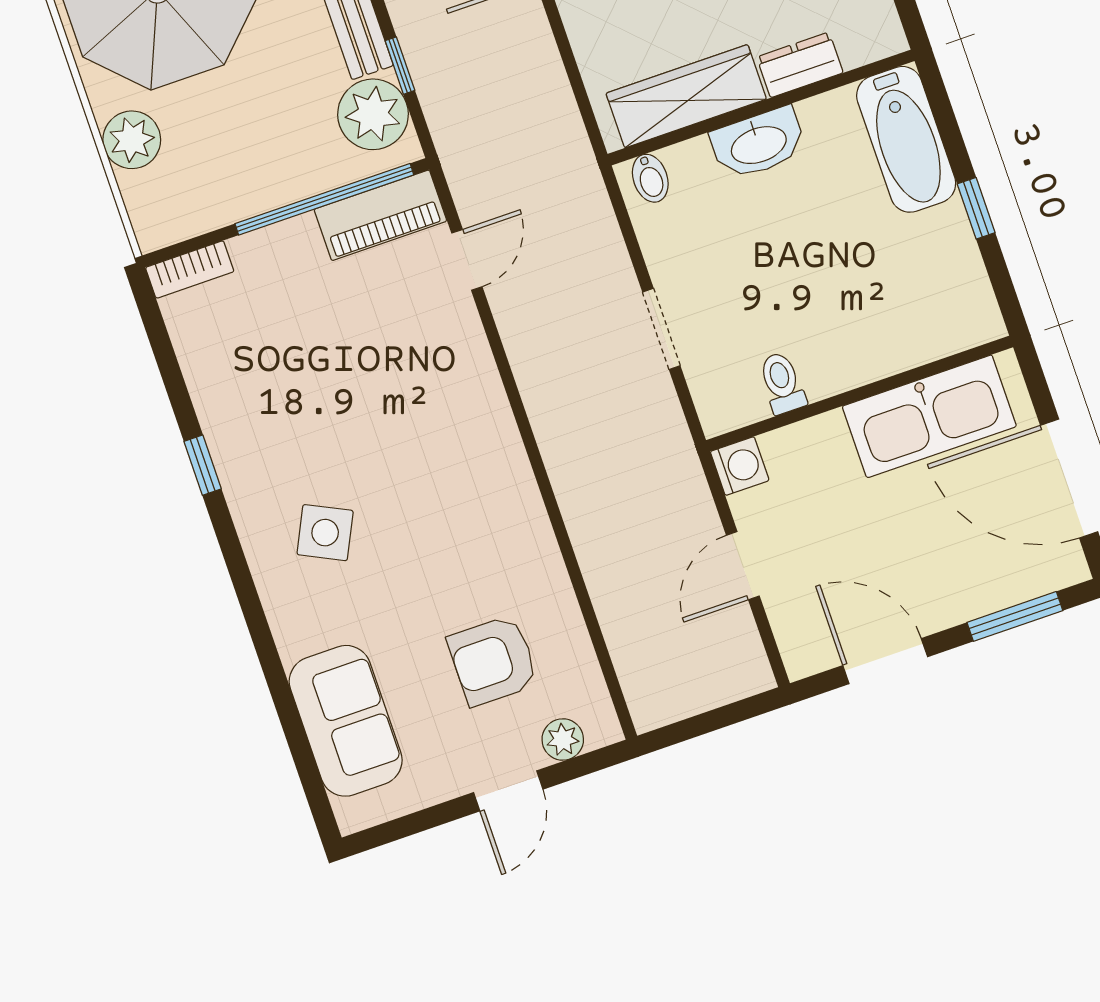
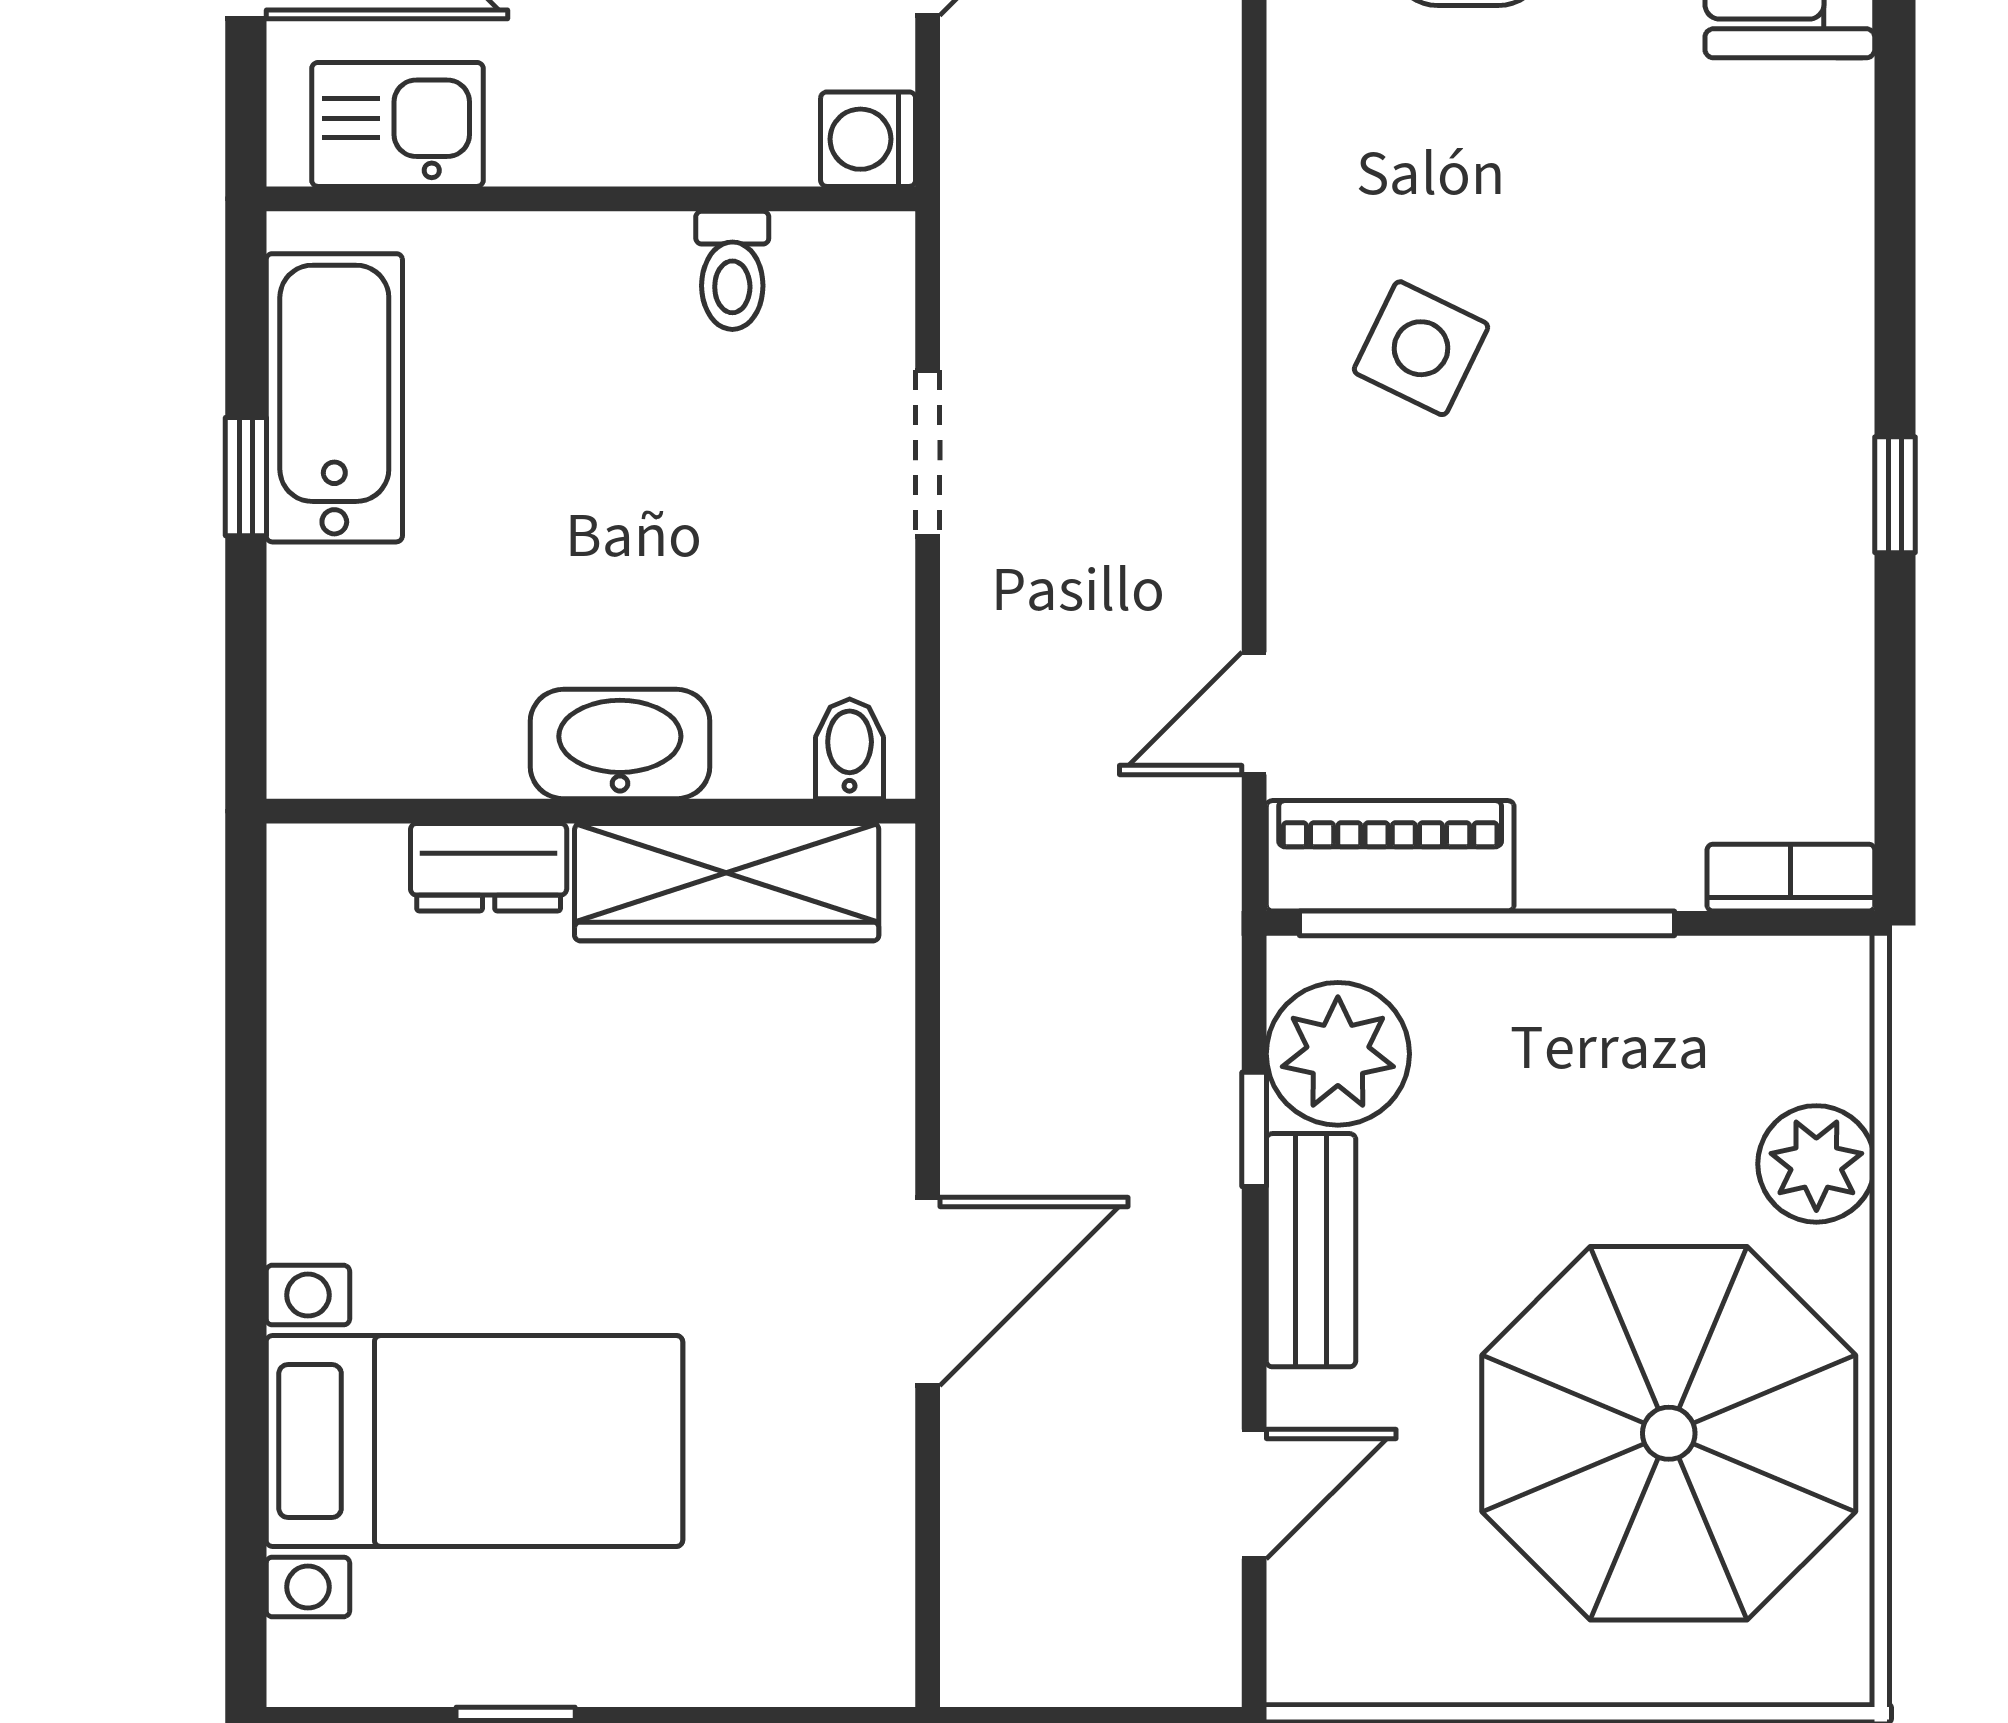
bathtub: (906, 139) -> (334, 398), moved
kitchen sink: (929, 416) -> (397, 124), width x0.53, depth x0.81
side table: (325, 533) -> (1421, 348), moved

